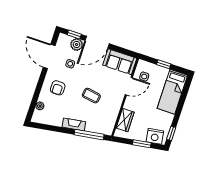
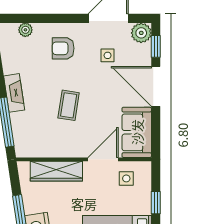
plant: (77, 44) -> (141, 33), moved
door: (129, 86) -> (103, 159), swing flipped
wardrobe: (125, 120) -> (56, 171), width x1.50

